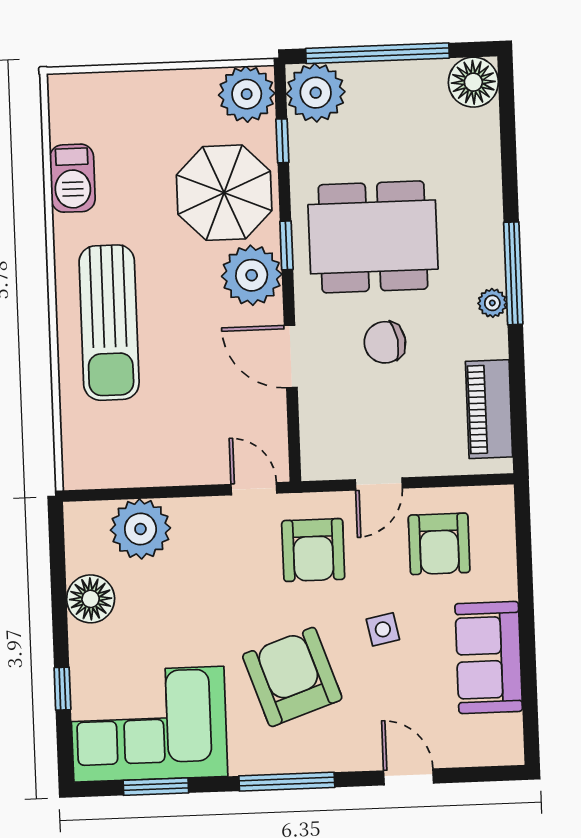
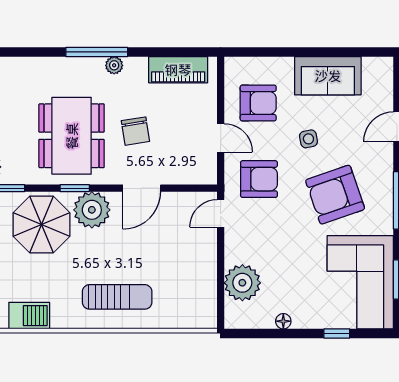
sun lounger: (109, 323) -> (117, 297), width x0.73, depth x0.75
floor lamp: (91, 599) -> (283, 321), width x0.53, depth x0.53

